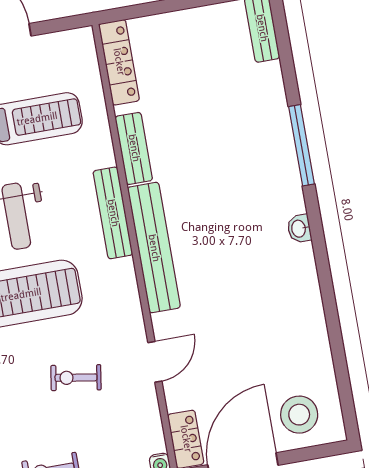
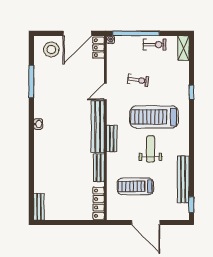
window: (301, 145) -> (31, 82), moved
bench: (113, 213) -> (112, 139), width x0.73
door: (155, 362) -> (105, 92), moved

